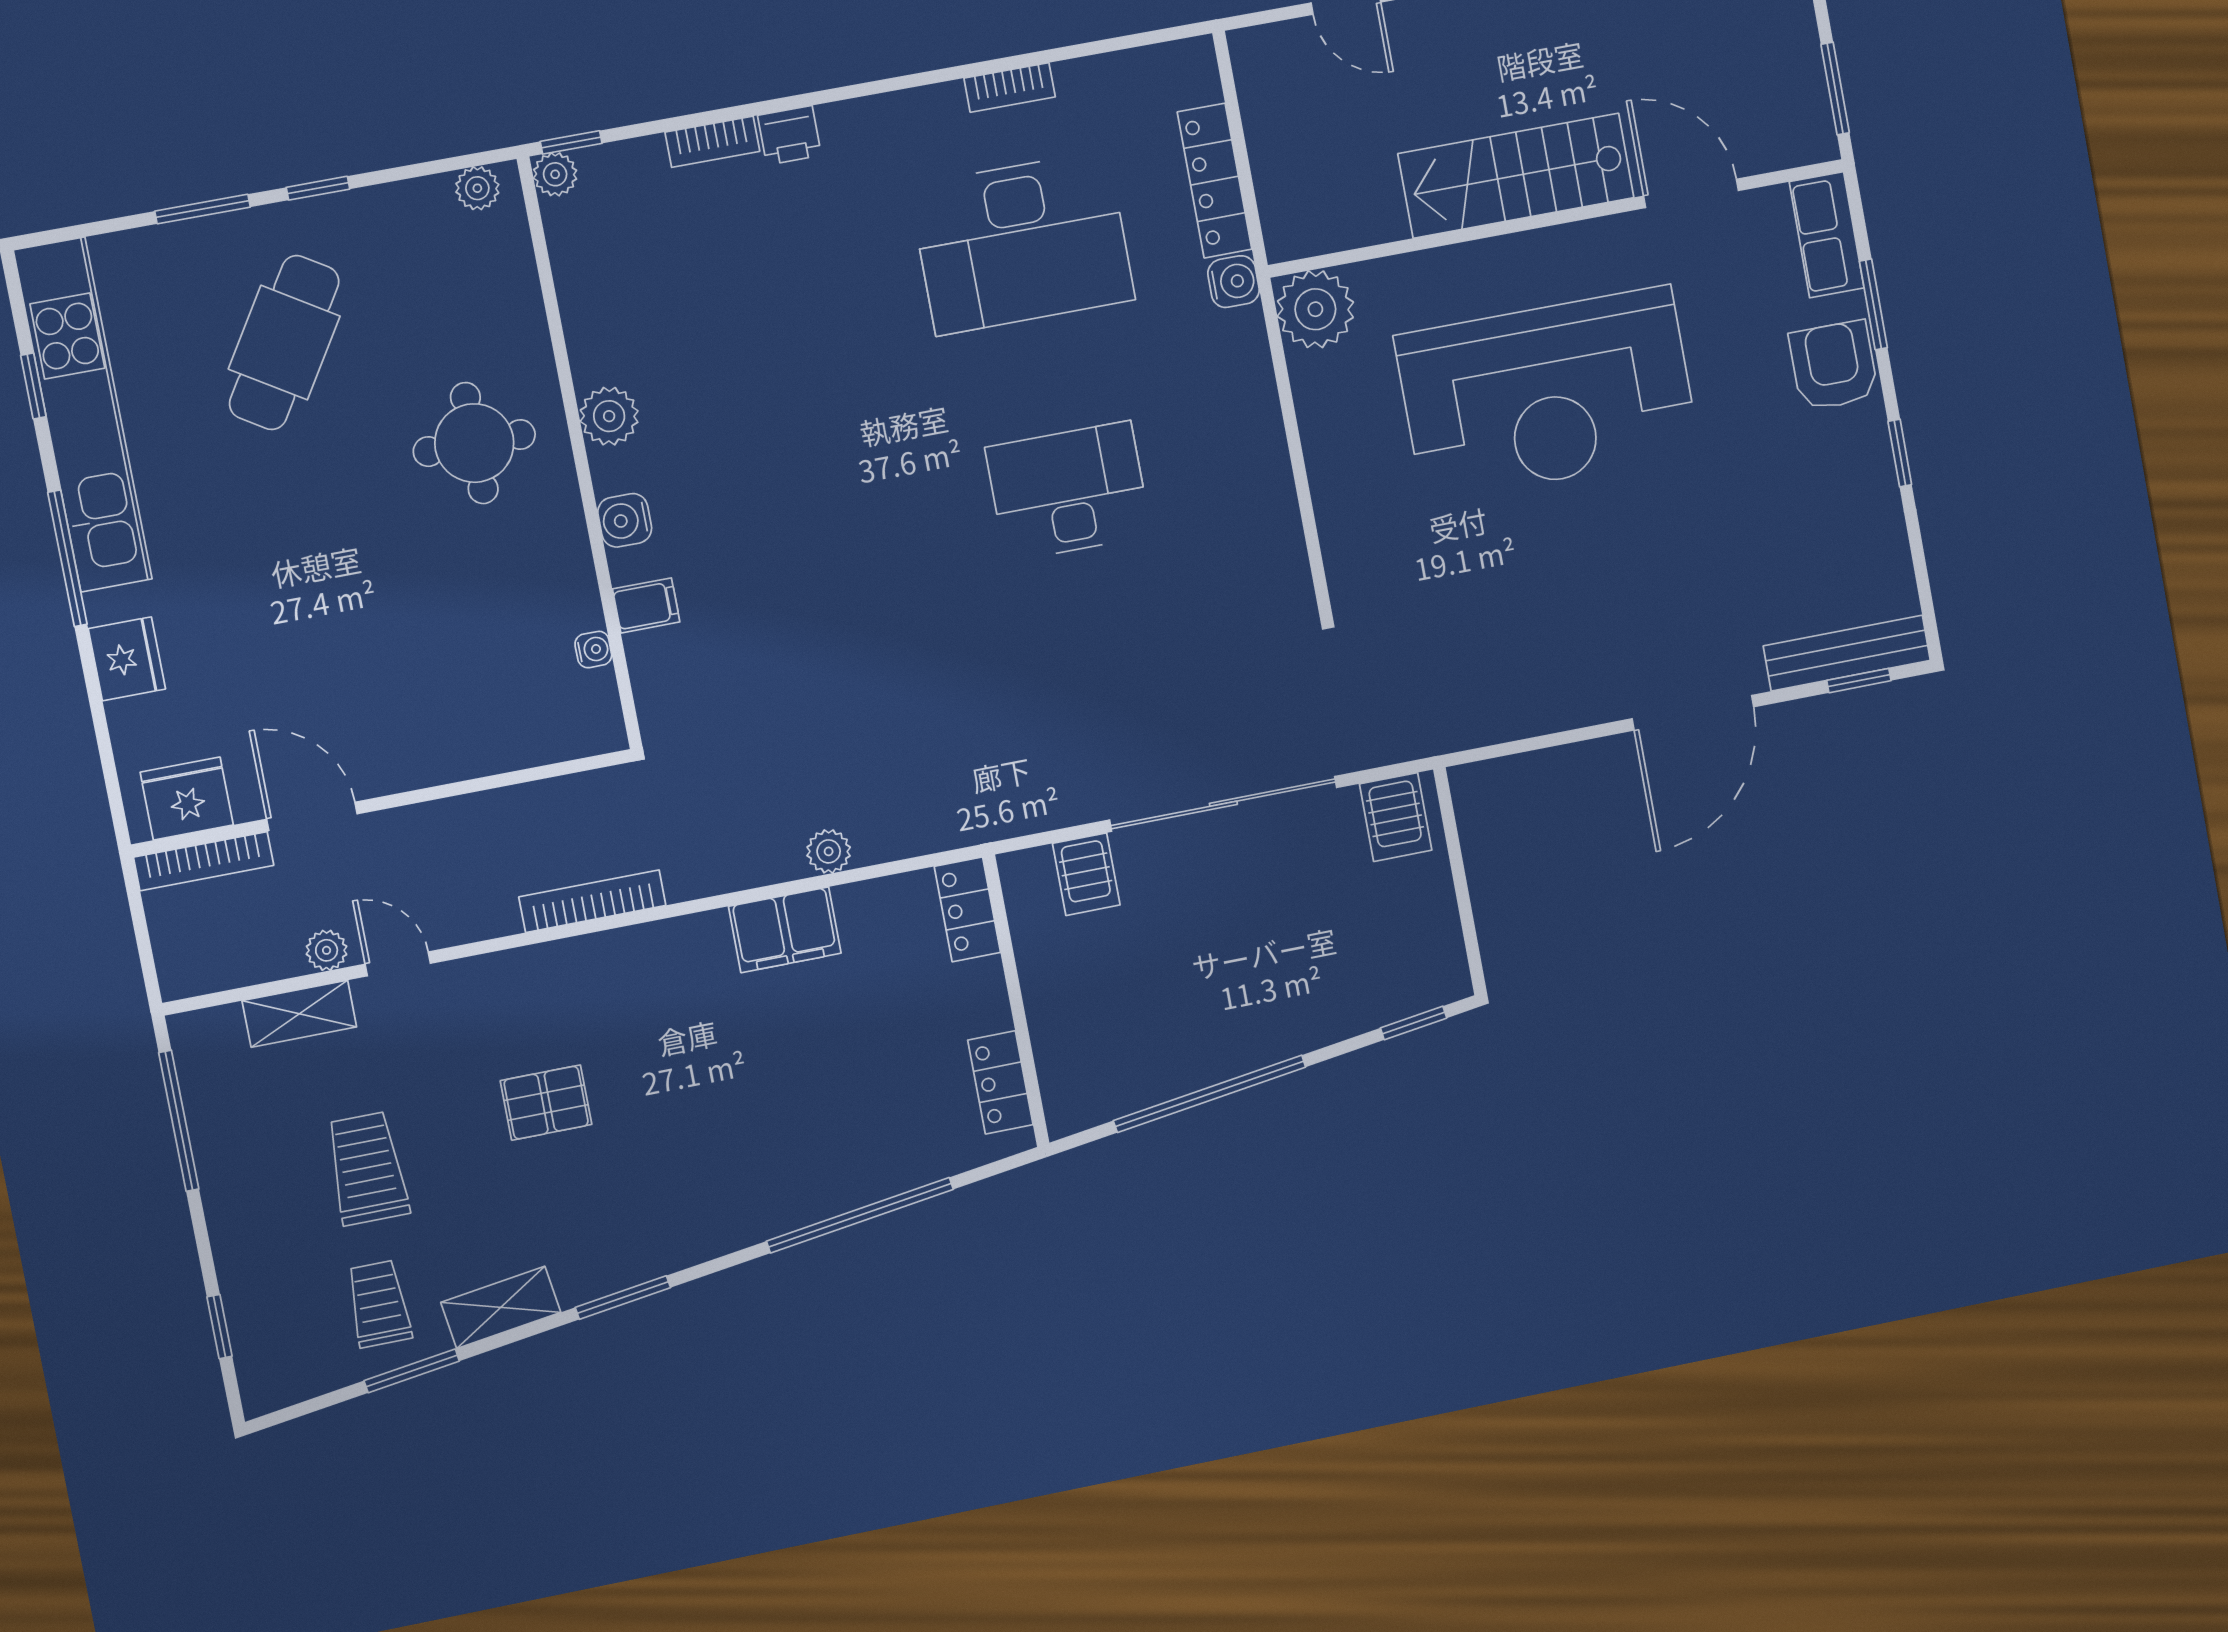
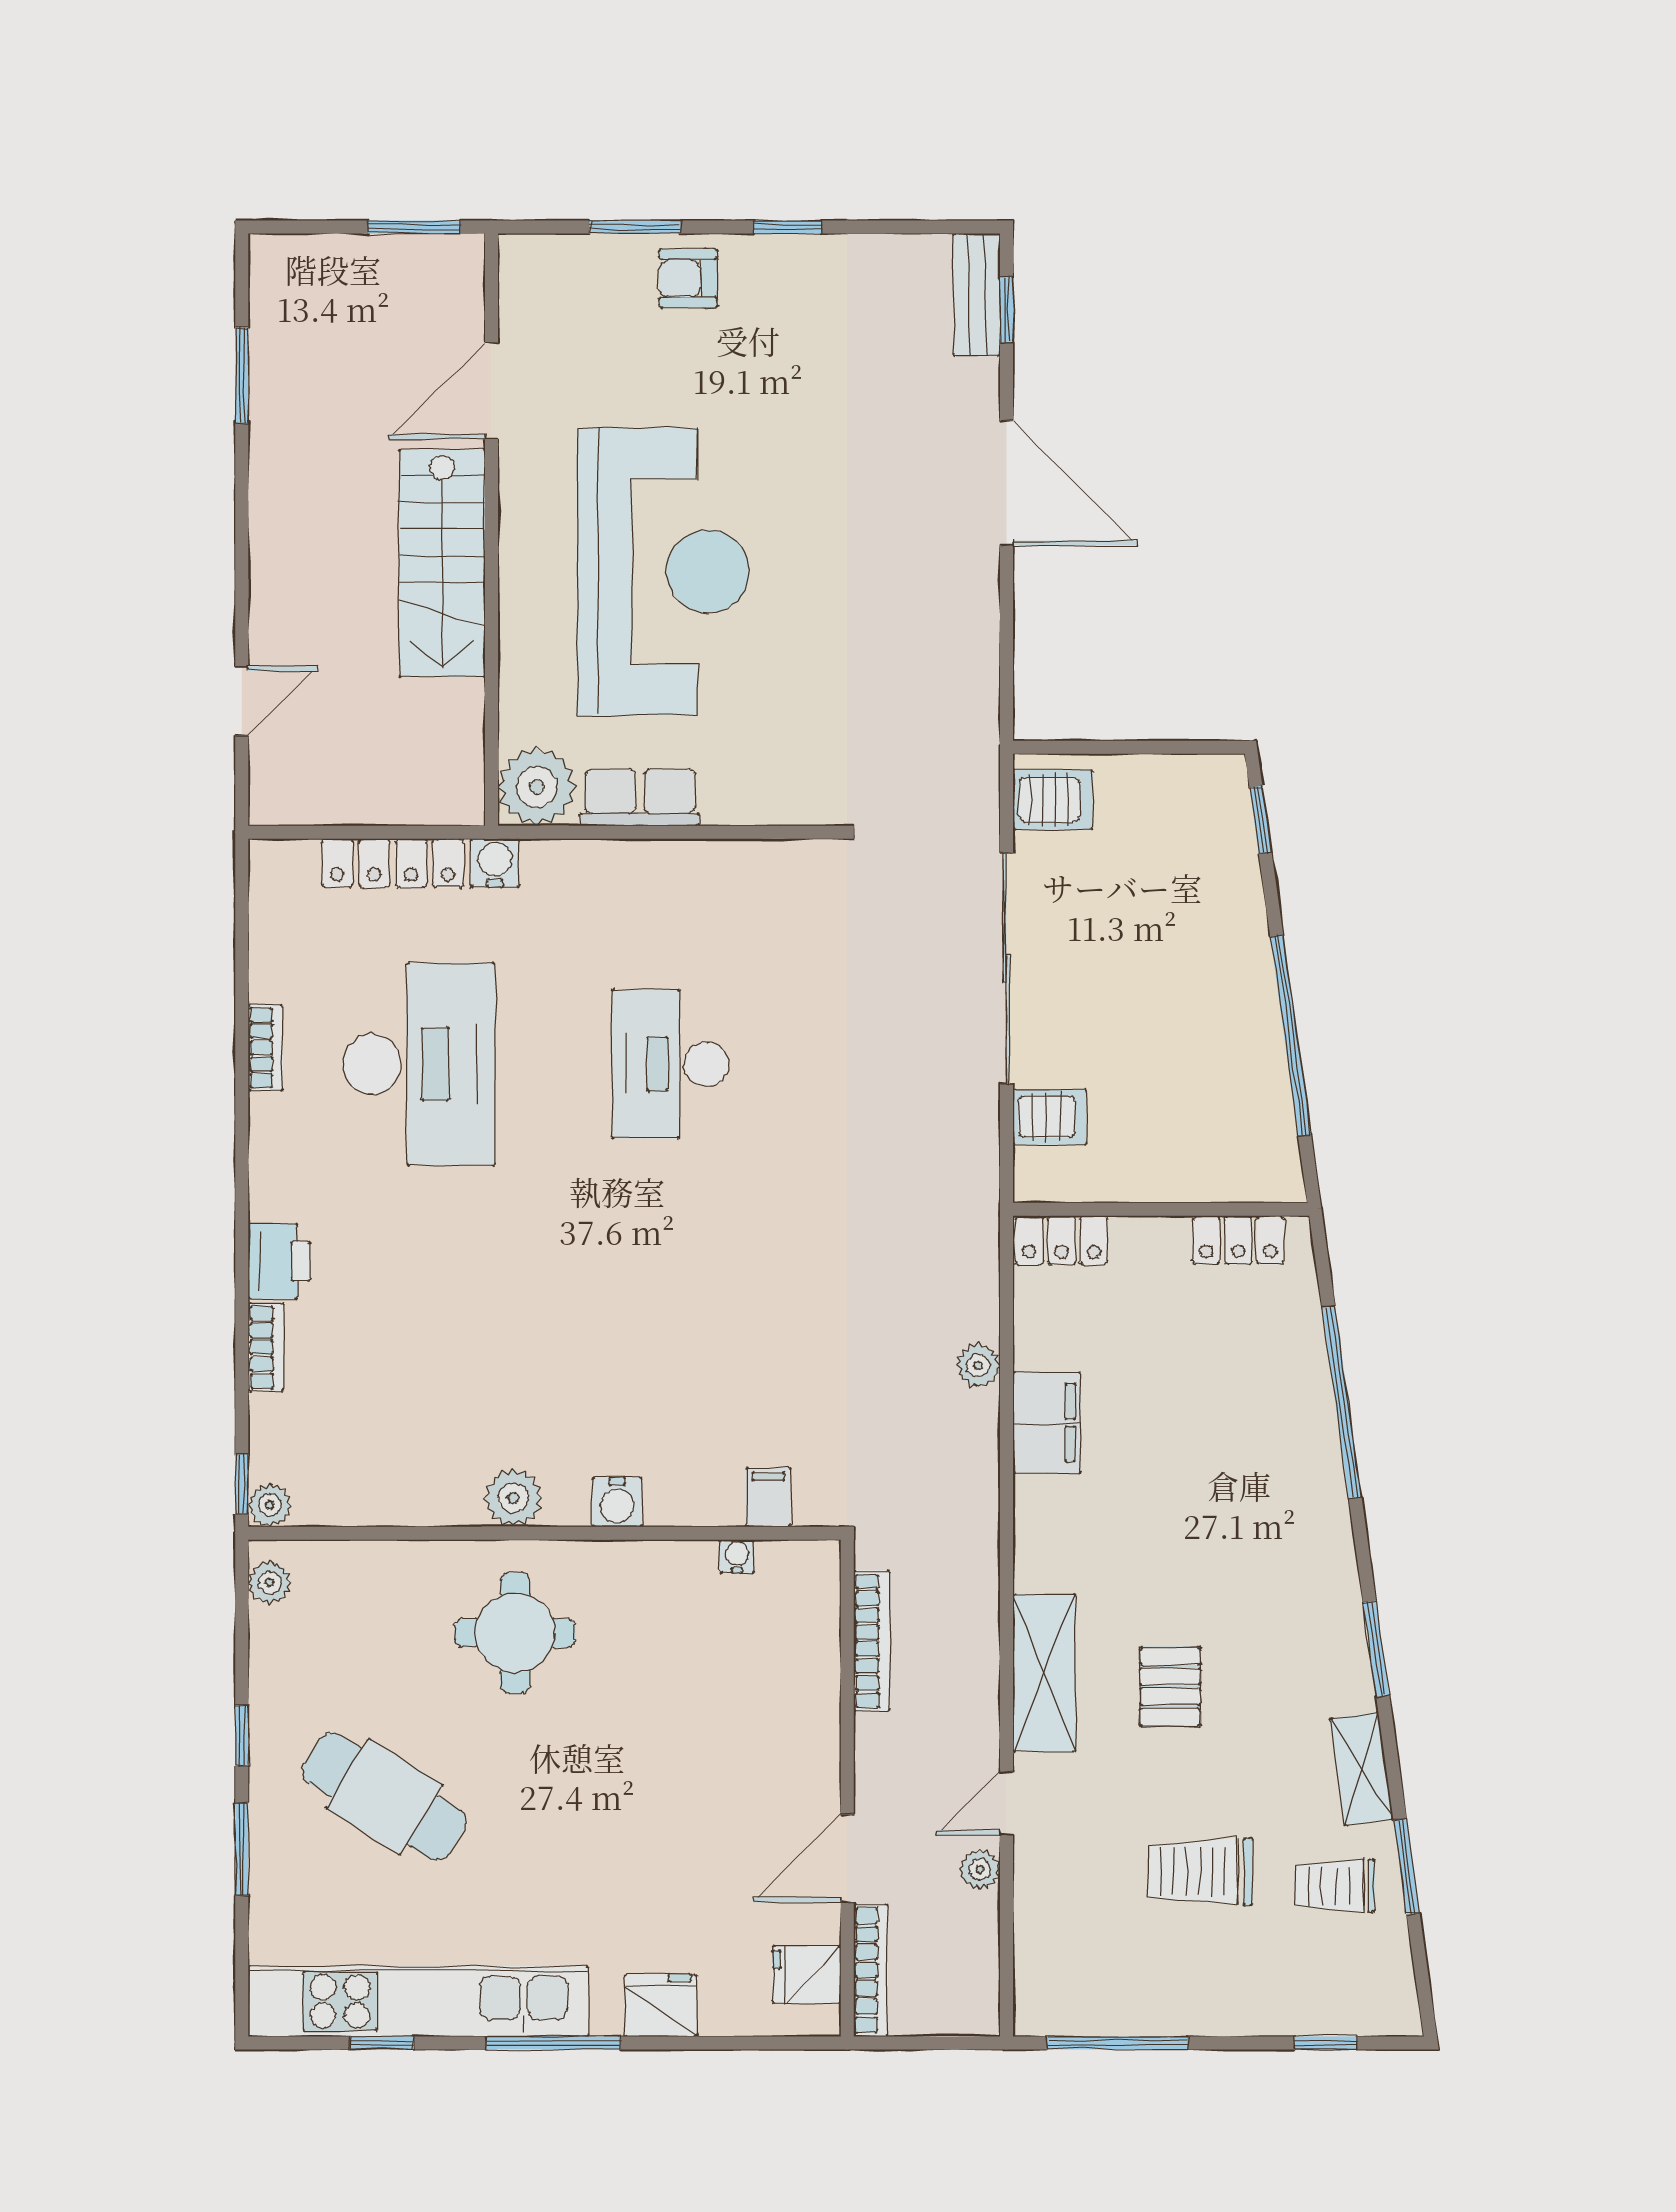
printer: (789, 135) -> (279, 1261), width x1.36, depth x1.24
row of seats: (1827, 235) -> (640, 798), moved, turned 180
armchair: (1833, 366) -> (688, 278), width x0.72, depth x0.72
filing cabinet: (646, 605) -> (768, 1497), moved
bench: (1847, 653) -> (977, 295), width x0.73
fridge: (187, 799) -> (807, 1975), width x0.72
bookcase: (592, 901) -> (872, 1641), moved, turned 180
shelving: (299, 1014) -> (1044, 1673), moved, width x1.50, depth x1.33

